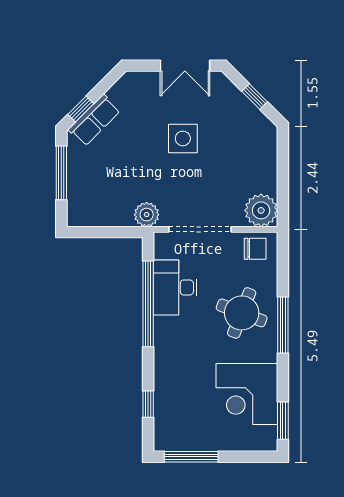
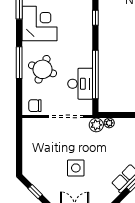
plant: (261, 210) -> (109, 123), moved, width x0.53, depth x0.53

